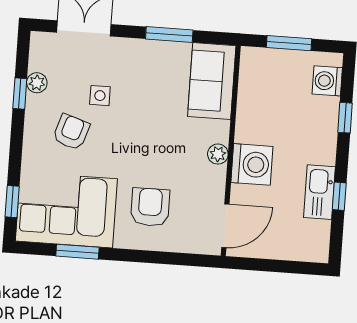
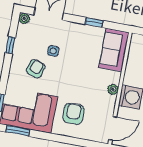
window: (169, 35) -> (94, 22), width x0.67
plant: (37, 83) -> (24, 18), moved
window: (77, 252) -> (18, 131), moved

